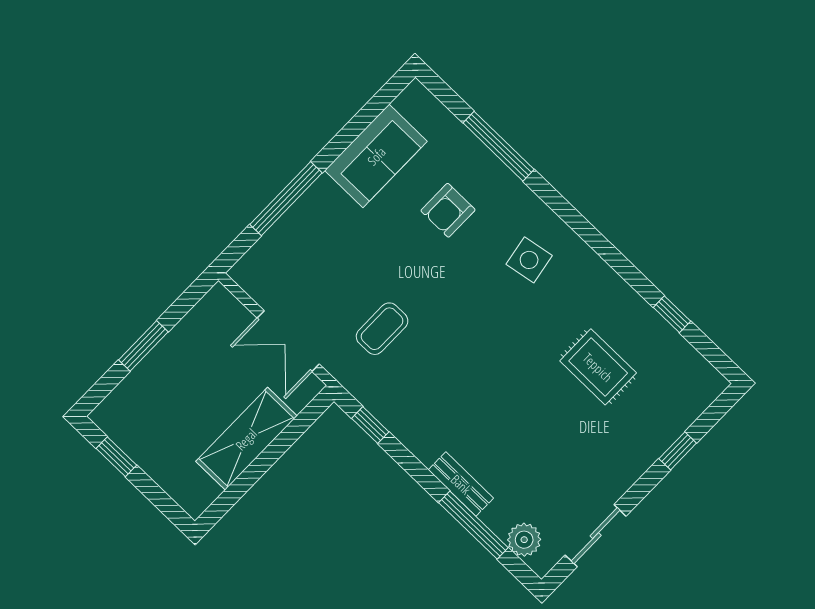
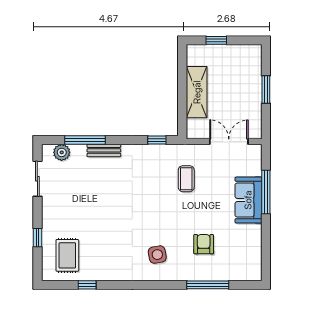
sofa: (376, 156) -> (248, 200), moved
double door: (288, 341) -> (229, 142), moved
rug: (598, 367) -> (67, 255), moved, turned 90
window: (116, 457) -> (216, 40), moved

